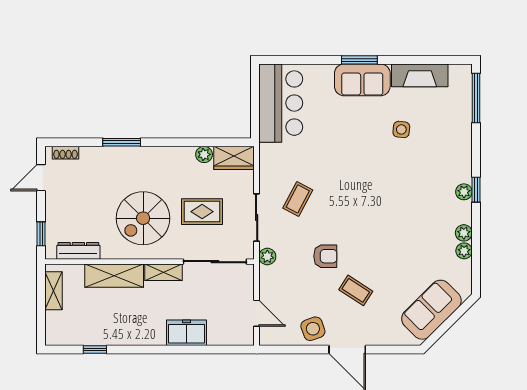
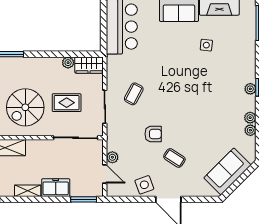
plant: (267, 257) -> (112, 157), moved
shelving: (164, 272) -> (28, 191), moved
window: (226, 350) -> (84, 199), added

